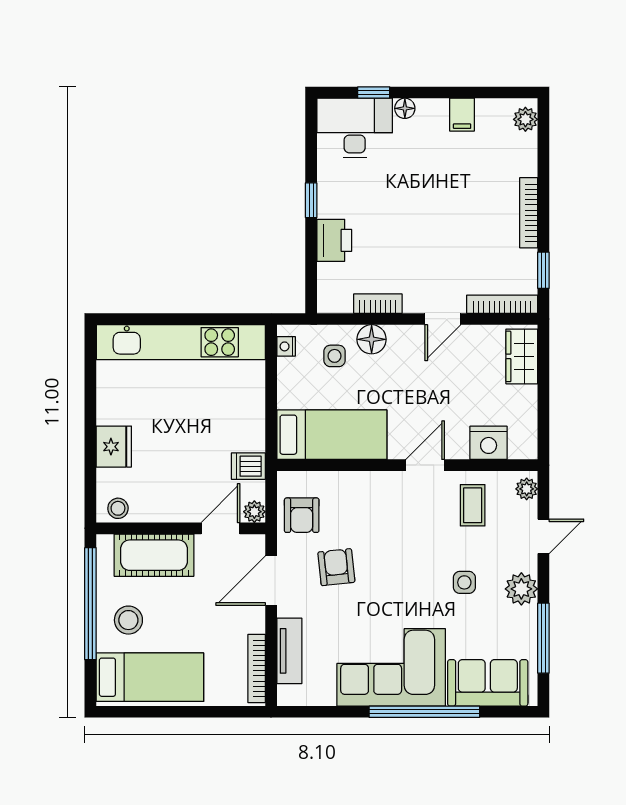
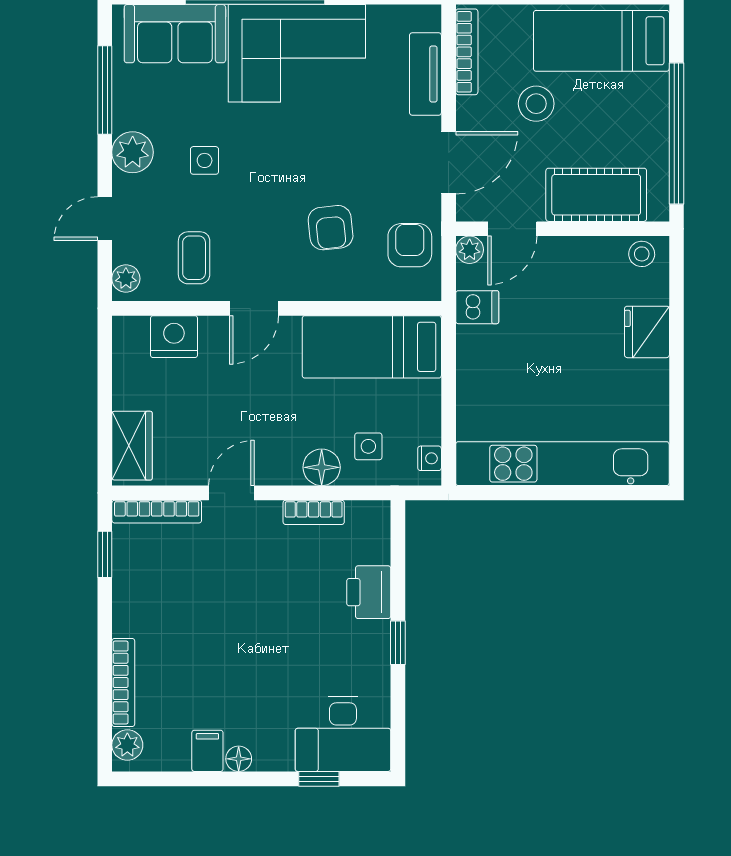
floor lamp: (405, 108) -> (239, 759), moved
bookcase: (529, 213) -> (123, 682), moved
armchair: (336, 567) -> (331, 228), moved
stool: (128, 620) -> (536, 104), moved

